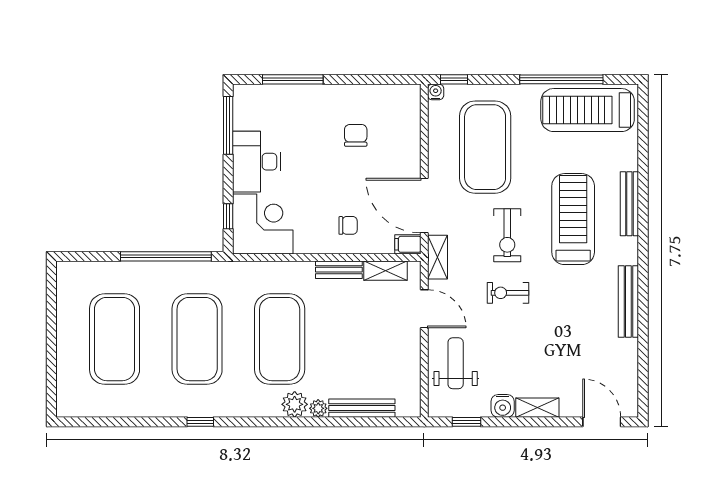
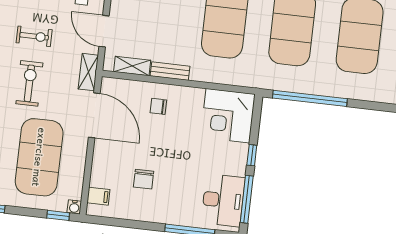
desk: (257, 162) -> (223, 200), moved
window: (228, 216) -> (252, 155), moved
filing cabinet: (408, 244) -> (98, 196), moved

